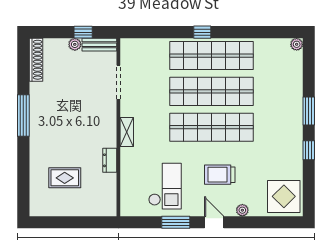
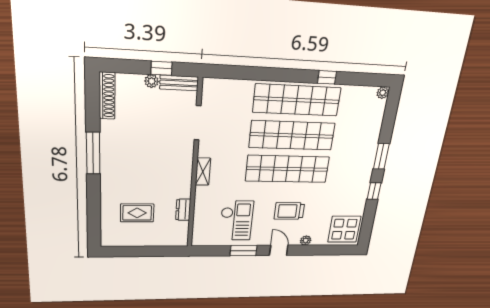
window: (202, 32) -> (327, 77), moved
dresser: (110, 160) -> (183, 210), moved

